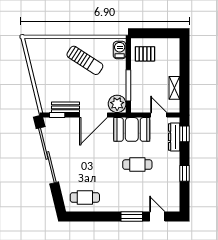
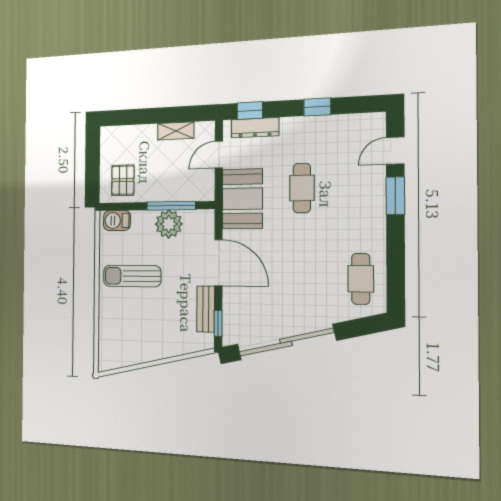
sun lounger: (85, 60) -> (132, 276), turned -123
plant: (117, 104) -> (169, 224), moved

